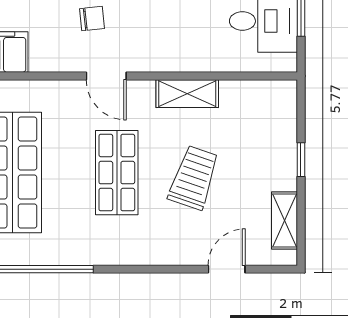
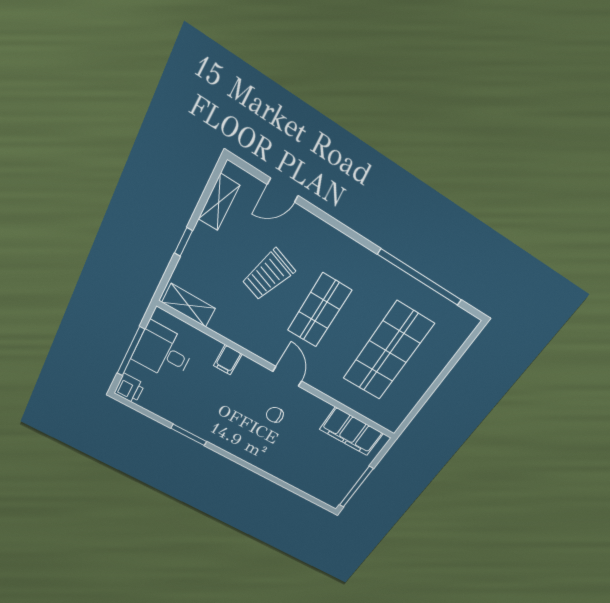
filing cabinet: (185, 55) -> (228, 360), added
shelving: (187, 94) -> (189, 305), moved

